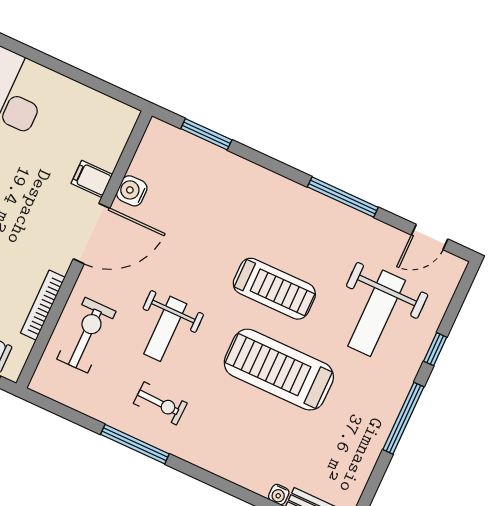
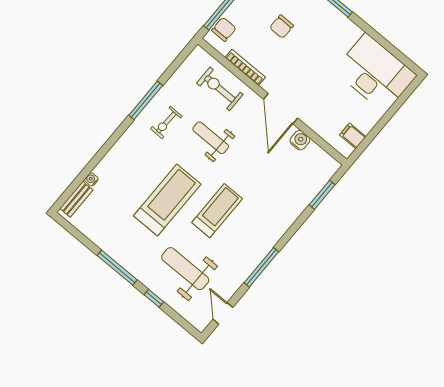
filing cabinet: (92, 179) -> (353, 136), moved, turned -90
treadmill: (274, 289) -> (217, 211), turned 180
exercise bike: (86, 335) -> (220, 89), turned 180

